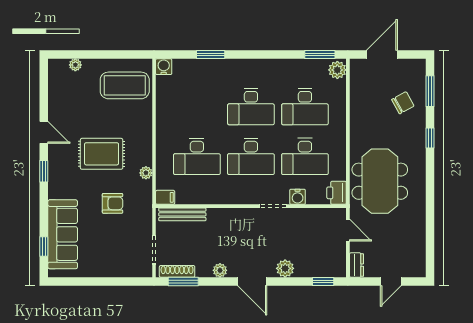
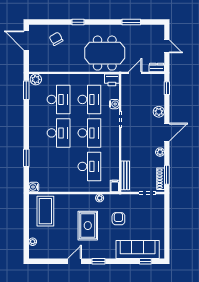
door: (382, 54) -> (26, 40), moved
window: (430, 91) -> (131, 22), moved

